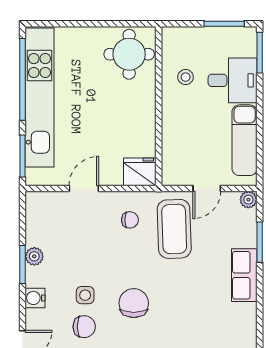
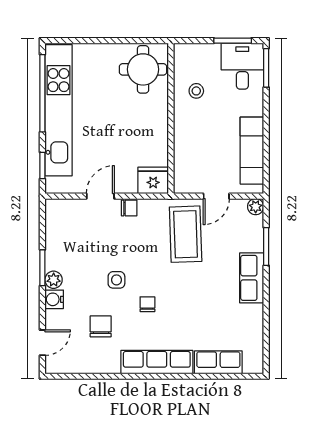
desk: (233, 80) -> (242, 66), moved, turned -90
window: (22, 156) -> (42, 165), width x0.67
chair: (130, 220) -> (129, 208), moved
plant: (34, 256) -> (54, 280), moved
side table: (85, 295) -> (116, 280), moved
chair: (134, 303) -> (147, 304), width x0.54, depth x0.54
chair: (84, 327) -> (101, 326), turned -90

